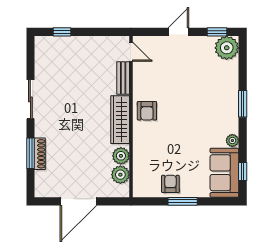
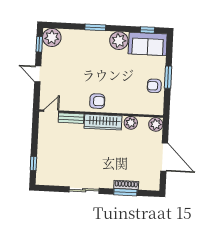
plant: (232, 141) -> (119, 41), width x1.88, depth x1.88
plant: (120, 175) -> (156, 124), moved

